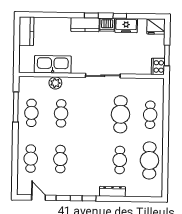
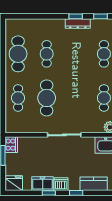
kitchen counter: (85, 25) -> (94, 184), moved
dresser: (112, 191) -> (78, 23), moved

